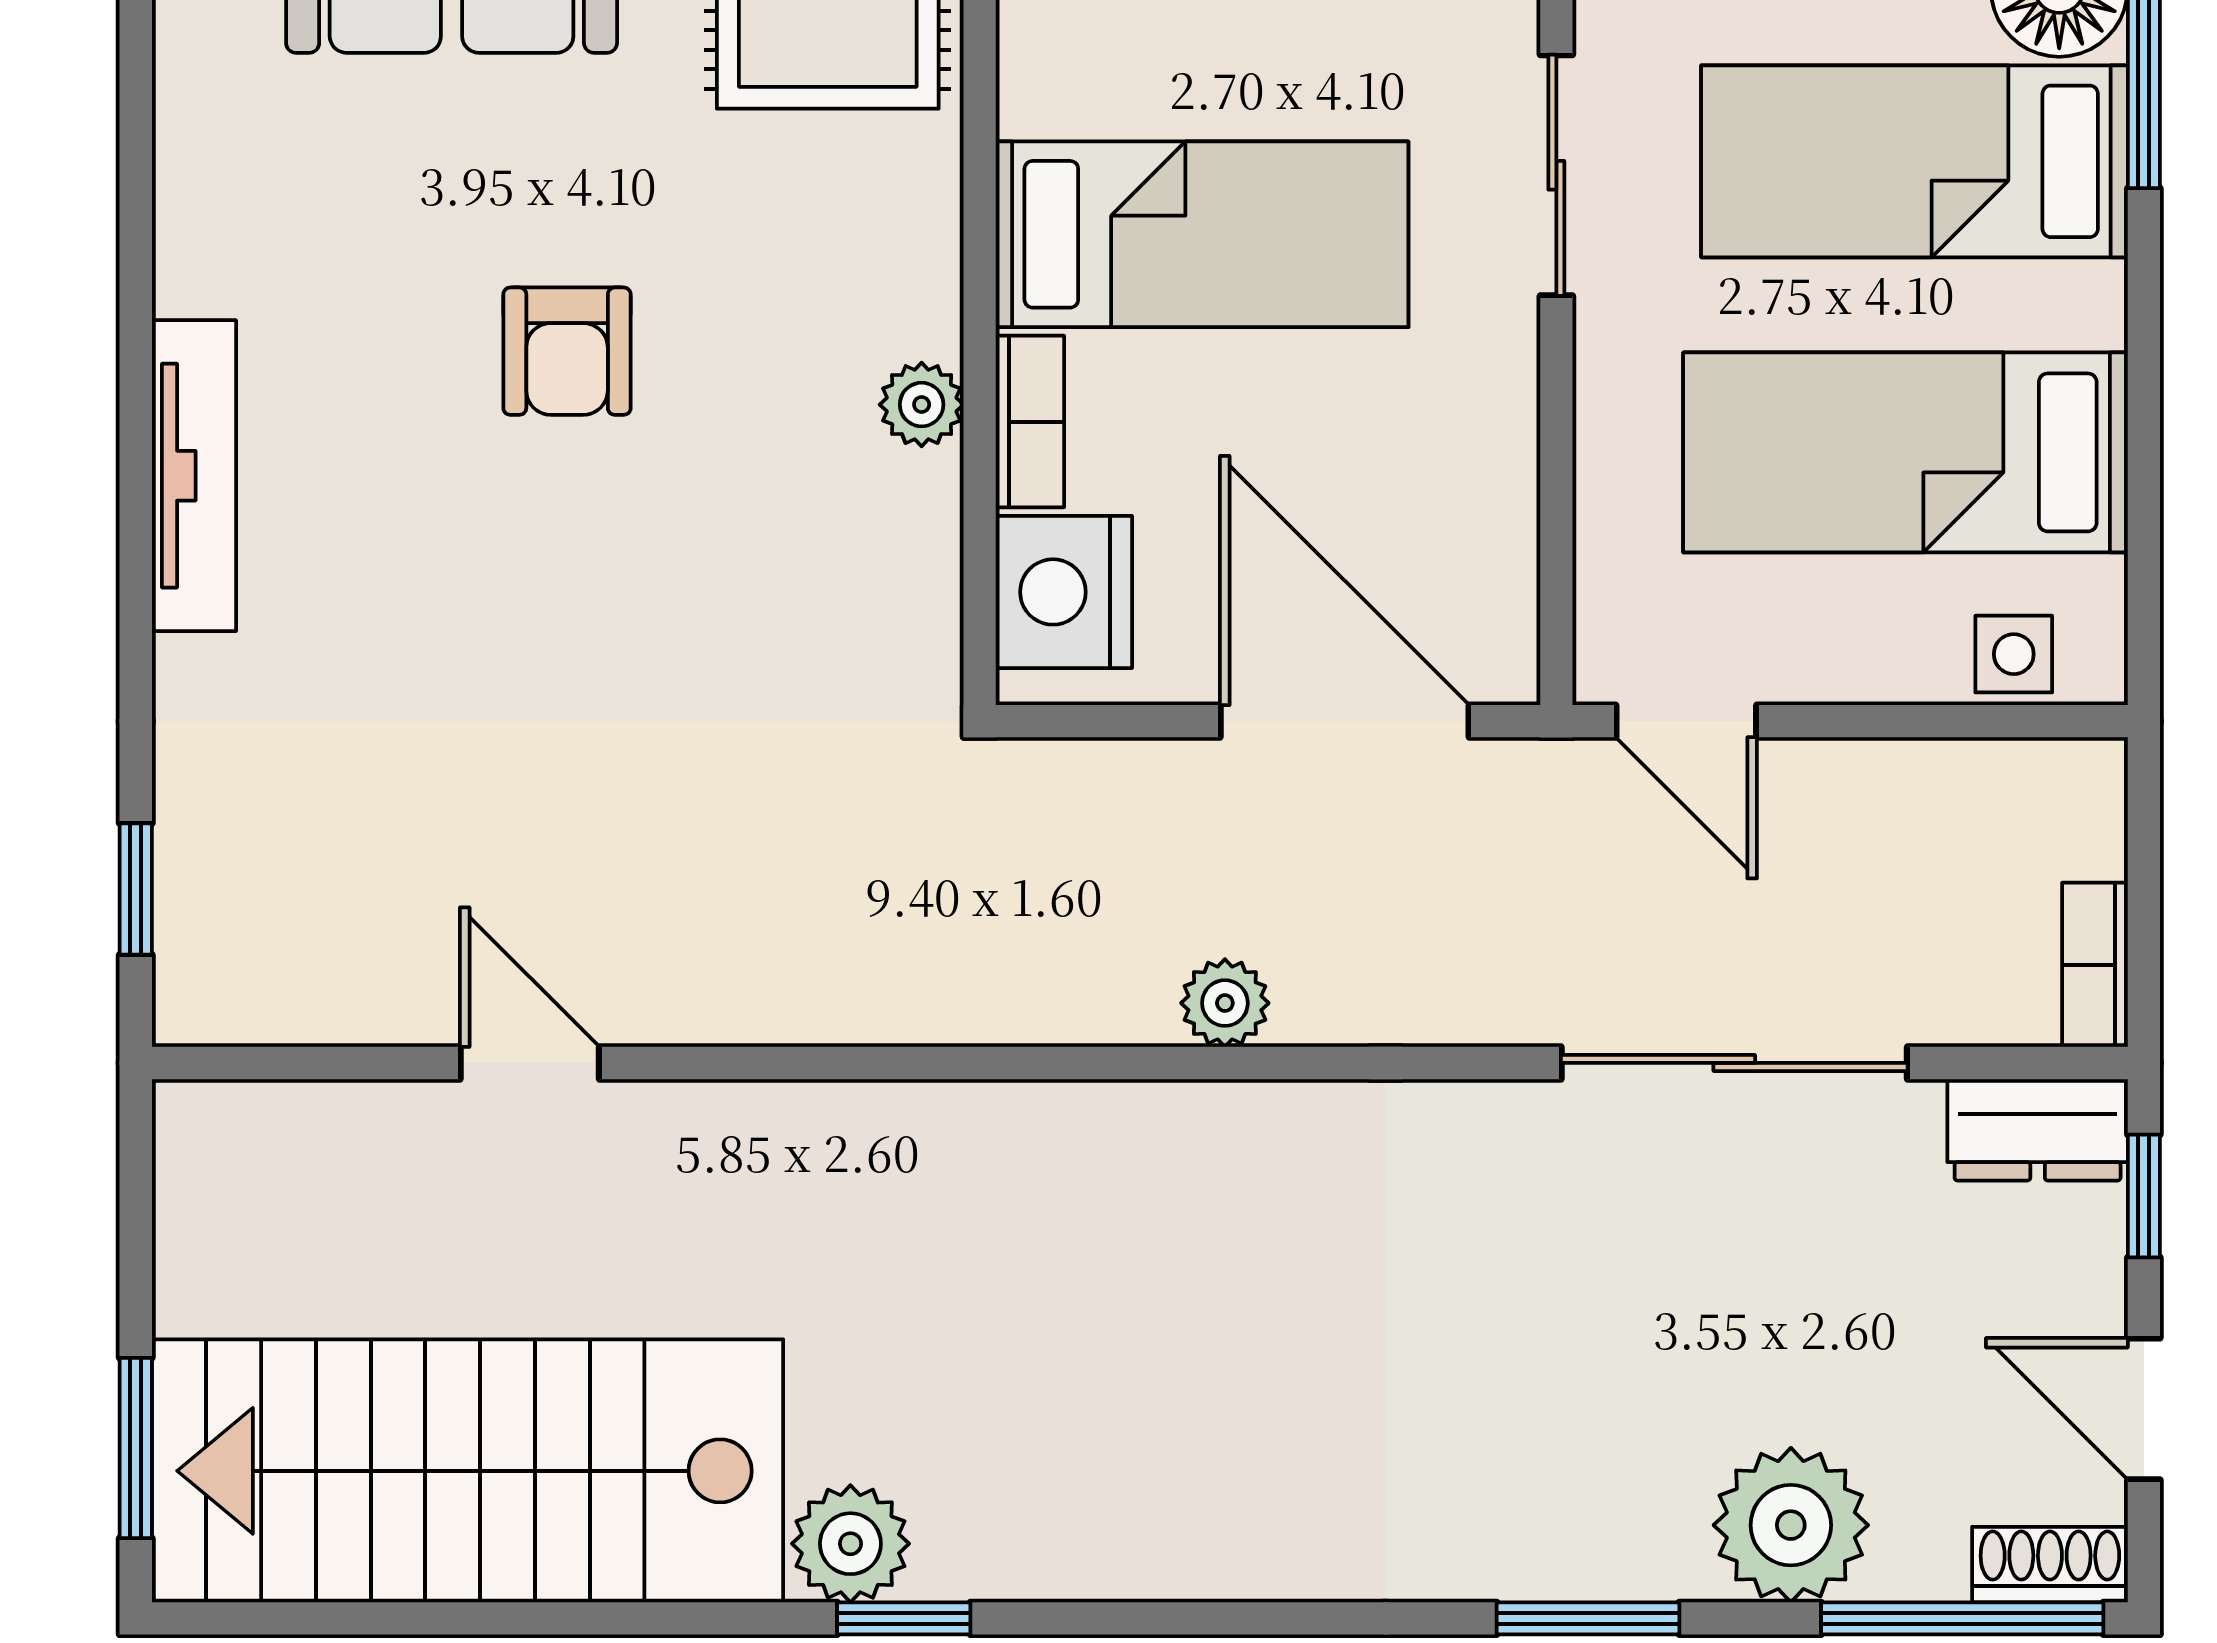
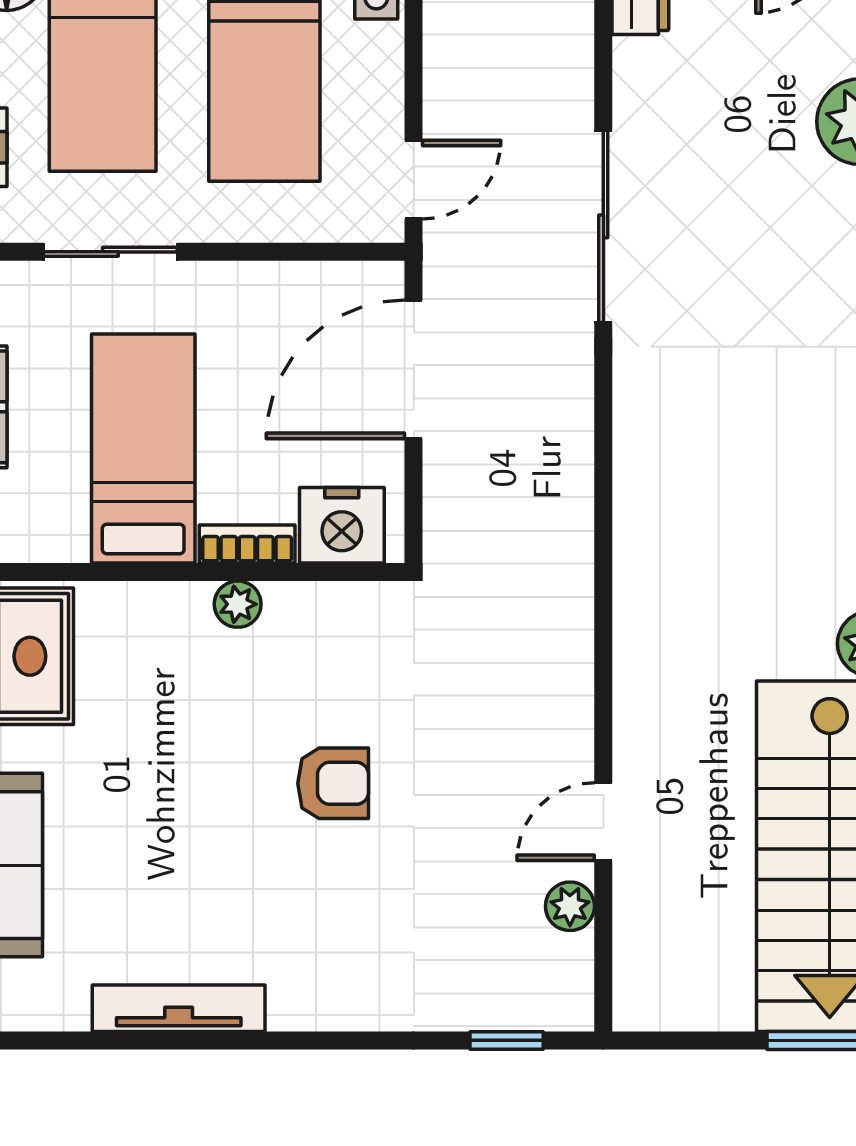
armchair: (567, 351) -> (333, 783), moved
tv unit: (194, 476) -> (179, 1008), moved
plant: (1225, 1003) -> (570, 906), moved
sliding door: (1734, 1063) -> (603, 226), moved

